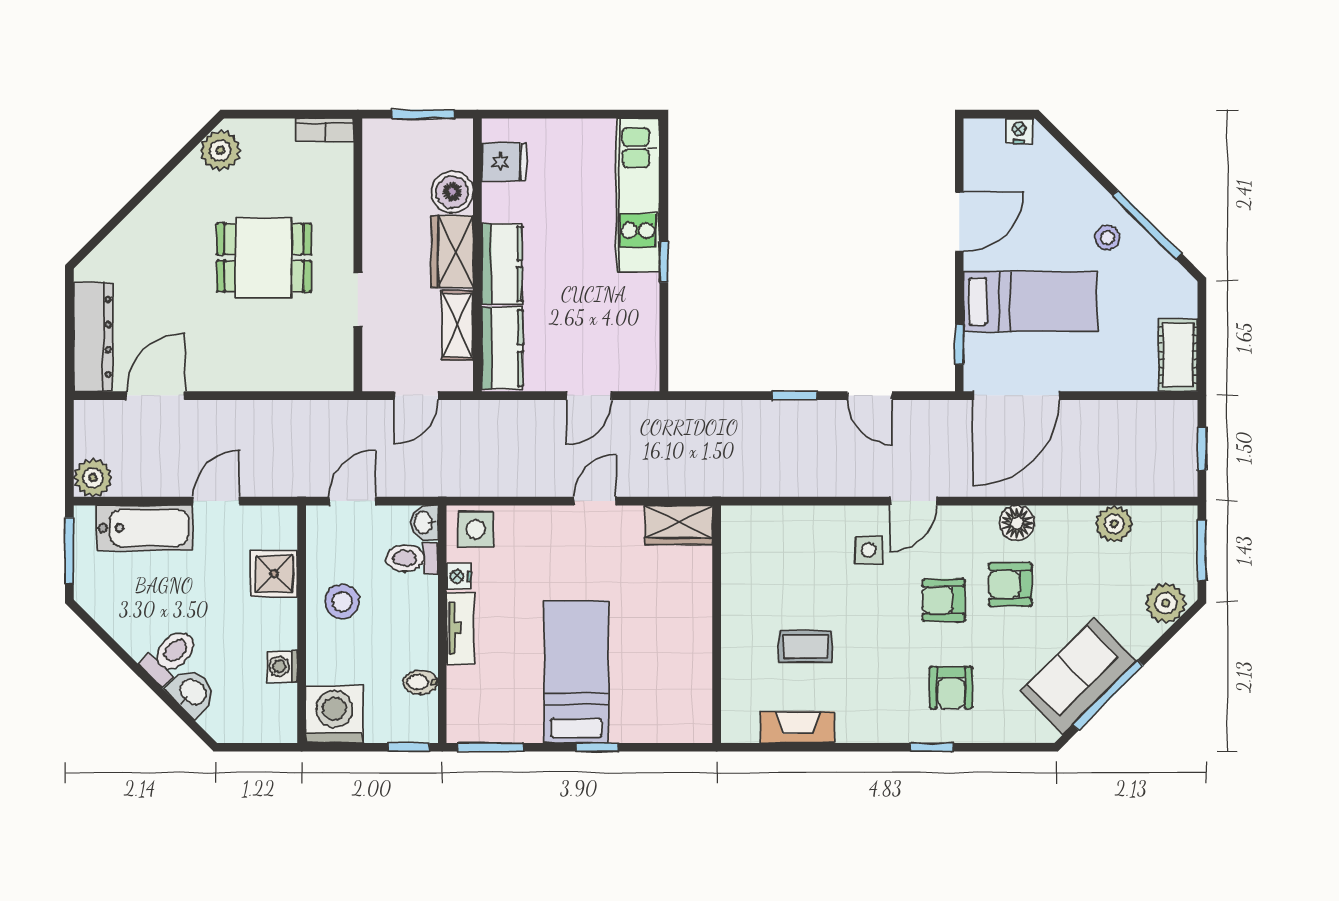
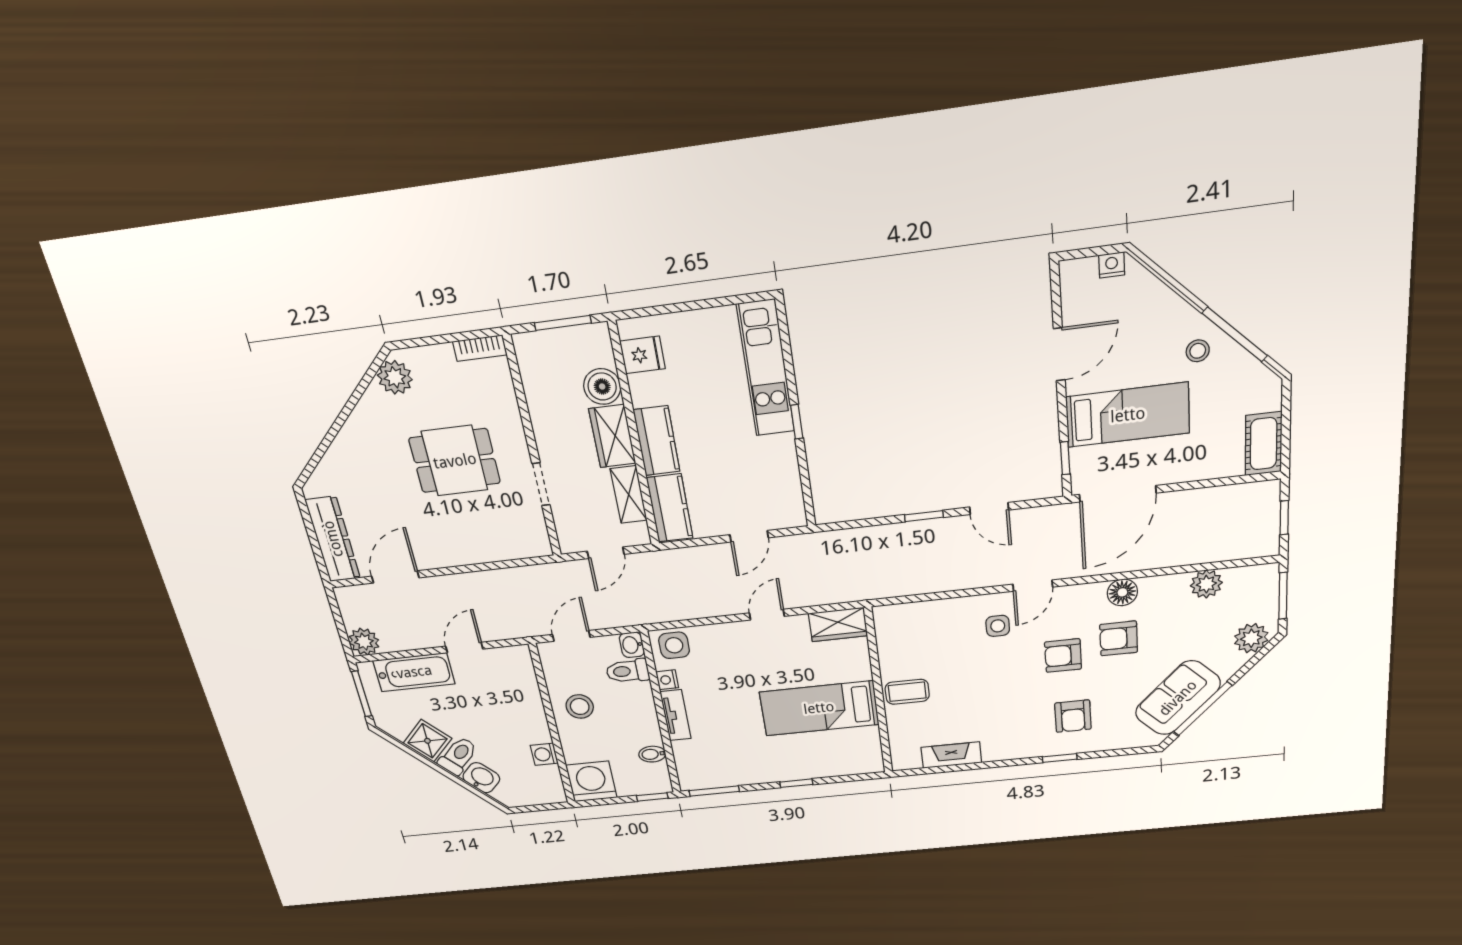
shower: (274, 574) -> (427, 741), moved, turned 45
coffee table: (806, 646) -> (907, 692), moved
bed: (576, 672) -> (819, 708), moved, turned -90

